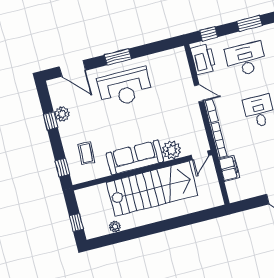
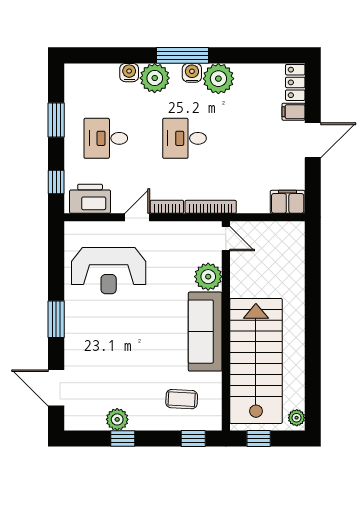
desk: (246, 59) -> (106, 138), width x0.73
door: (73, 68) -> (56, 388), swing flipped
reception desk: (125, 87) -> (109, 271), moved, turned 90
filing cabinet: (229, 168) -> (288, 202), moved
stairs: (152, 189) -> (256, 361), moved
window: (76, 223) -> (259, 438), moved
plant: (115, 227) -> (297, 418), moved

